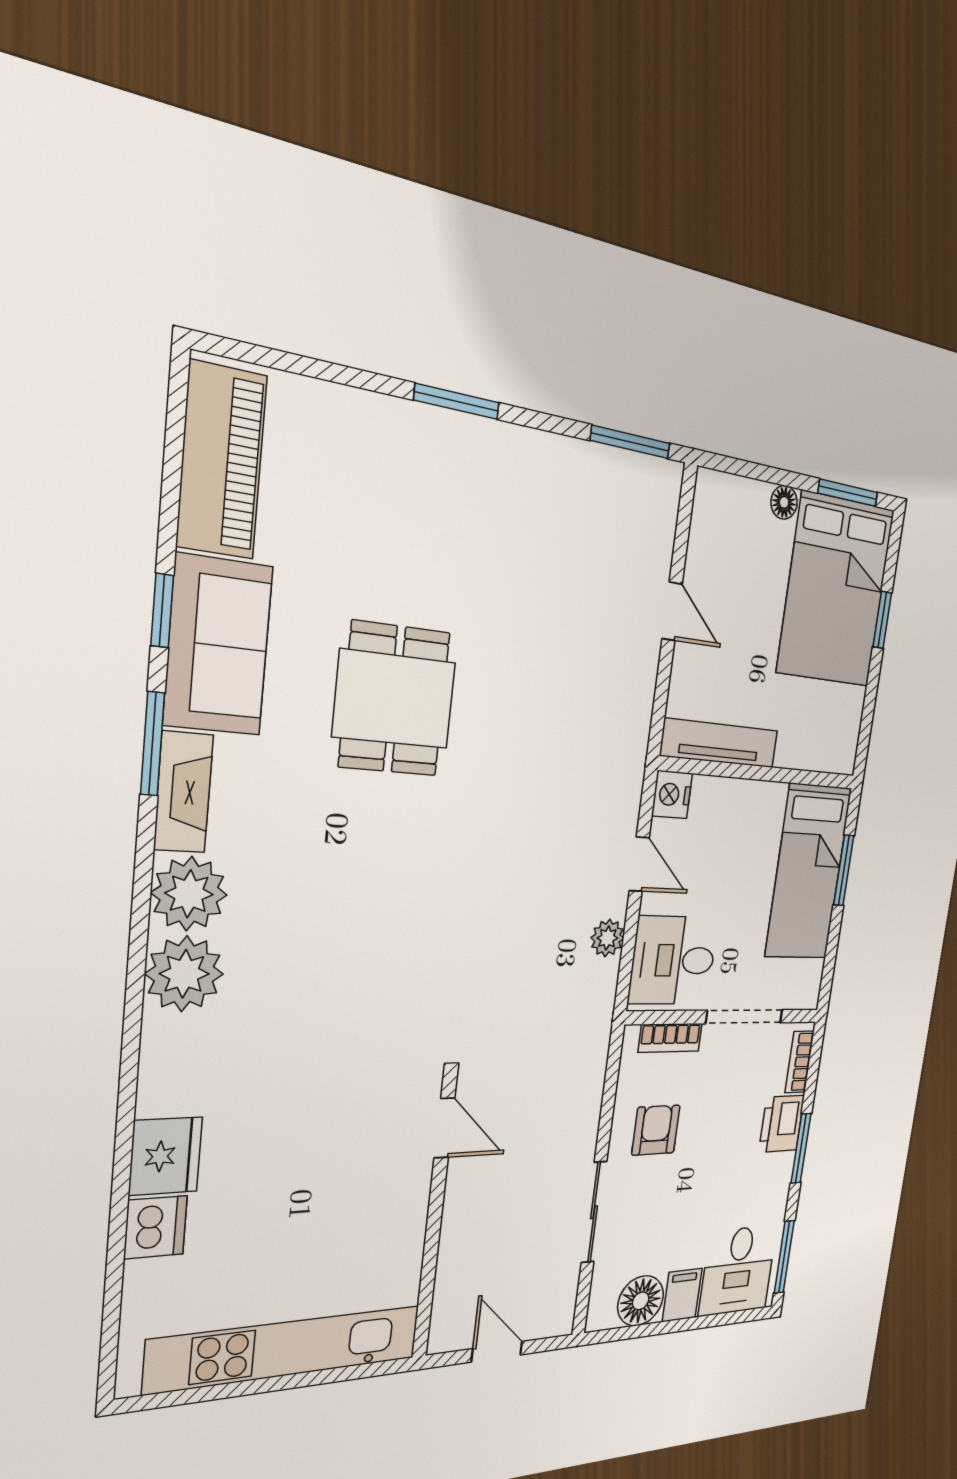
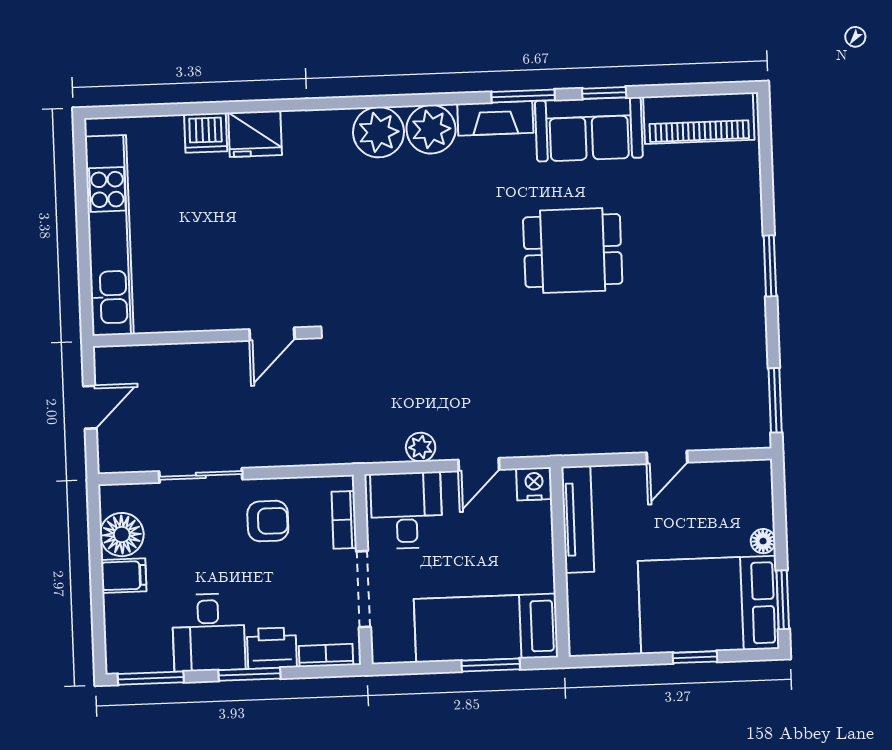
desk: (738, 1270) -> (209, 632), moved, turned -90

